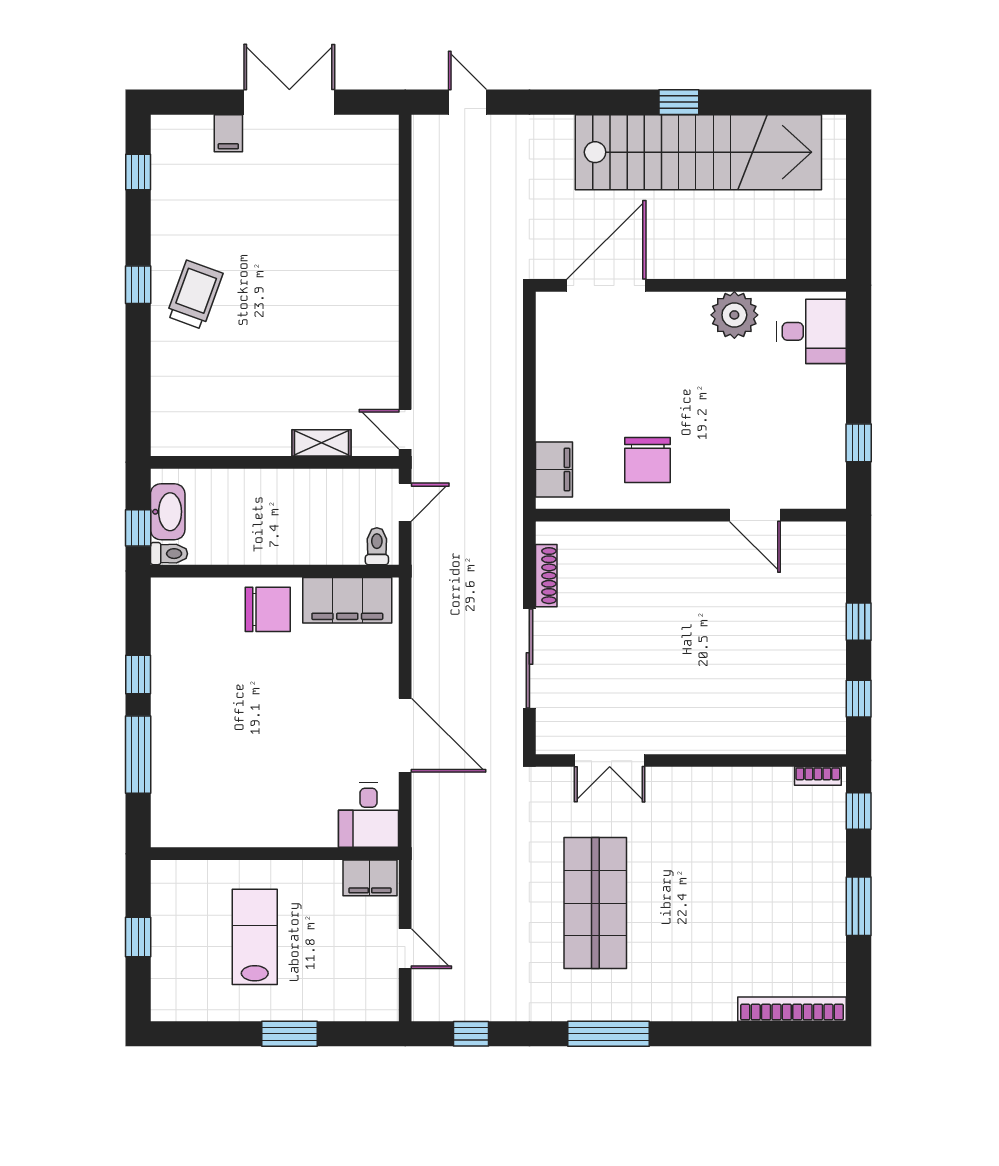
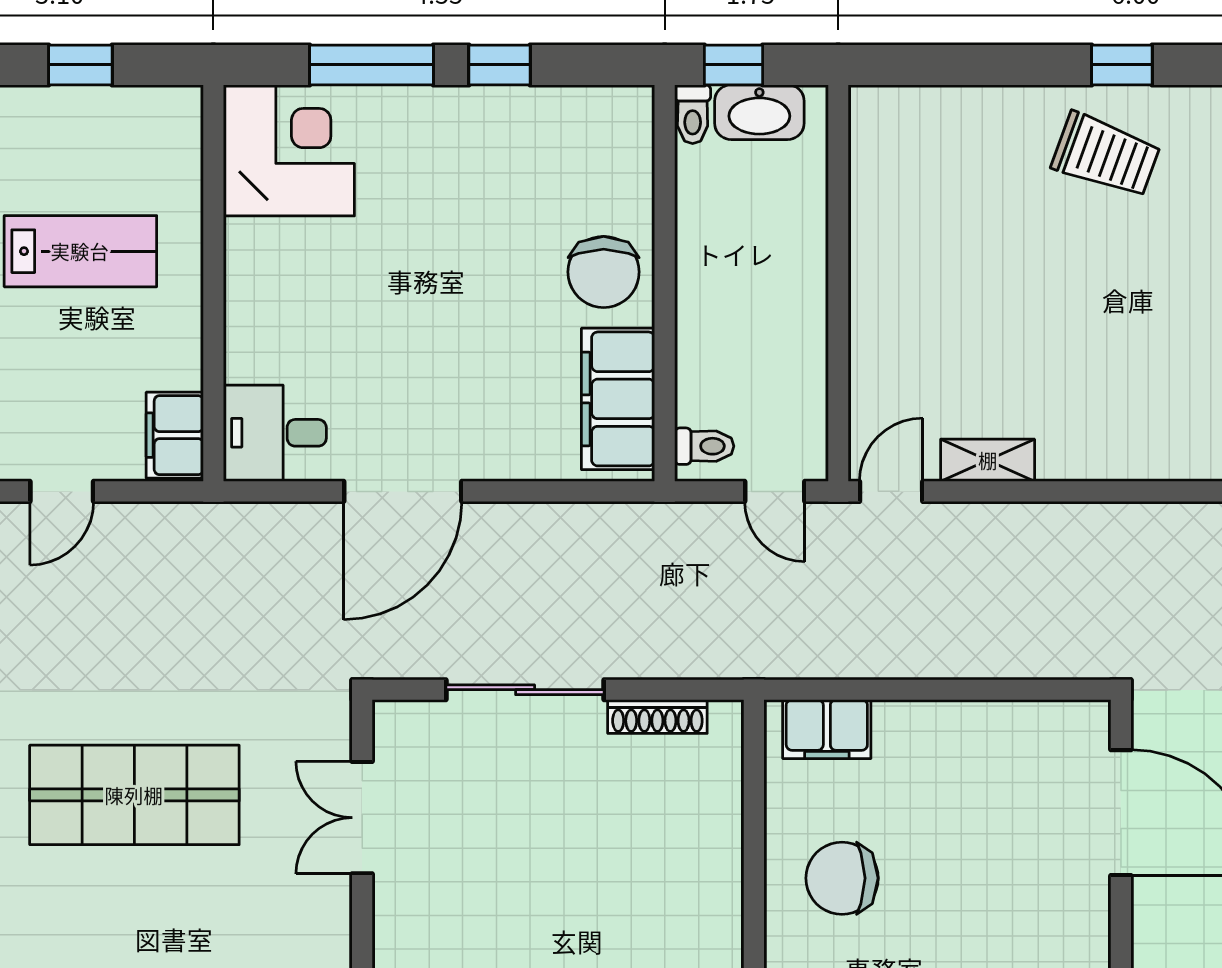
shelving: (322, 443) -> (988, 460), moved, turned 90
corner desk: (192, 806) -> (289, 150), added

